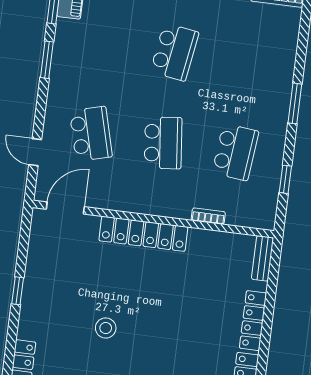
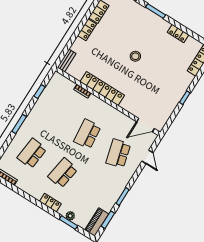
school desk: (235, 152) -> (32, 153), moved
locker: (143, 234) -> (102, 89), moved
locker: (253, 321) -> (87, 30), width x0.66
stool: (106, 328) -> (135, 56), moved

